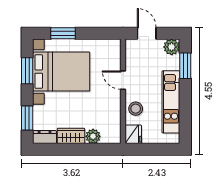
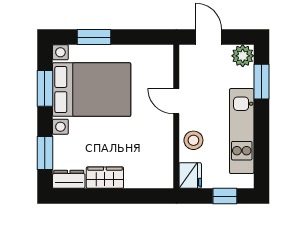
plant: (93, 136) -> (135, 178), removed
window: (159, 149) -> (225, 196), added

